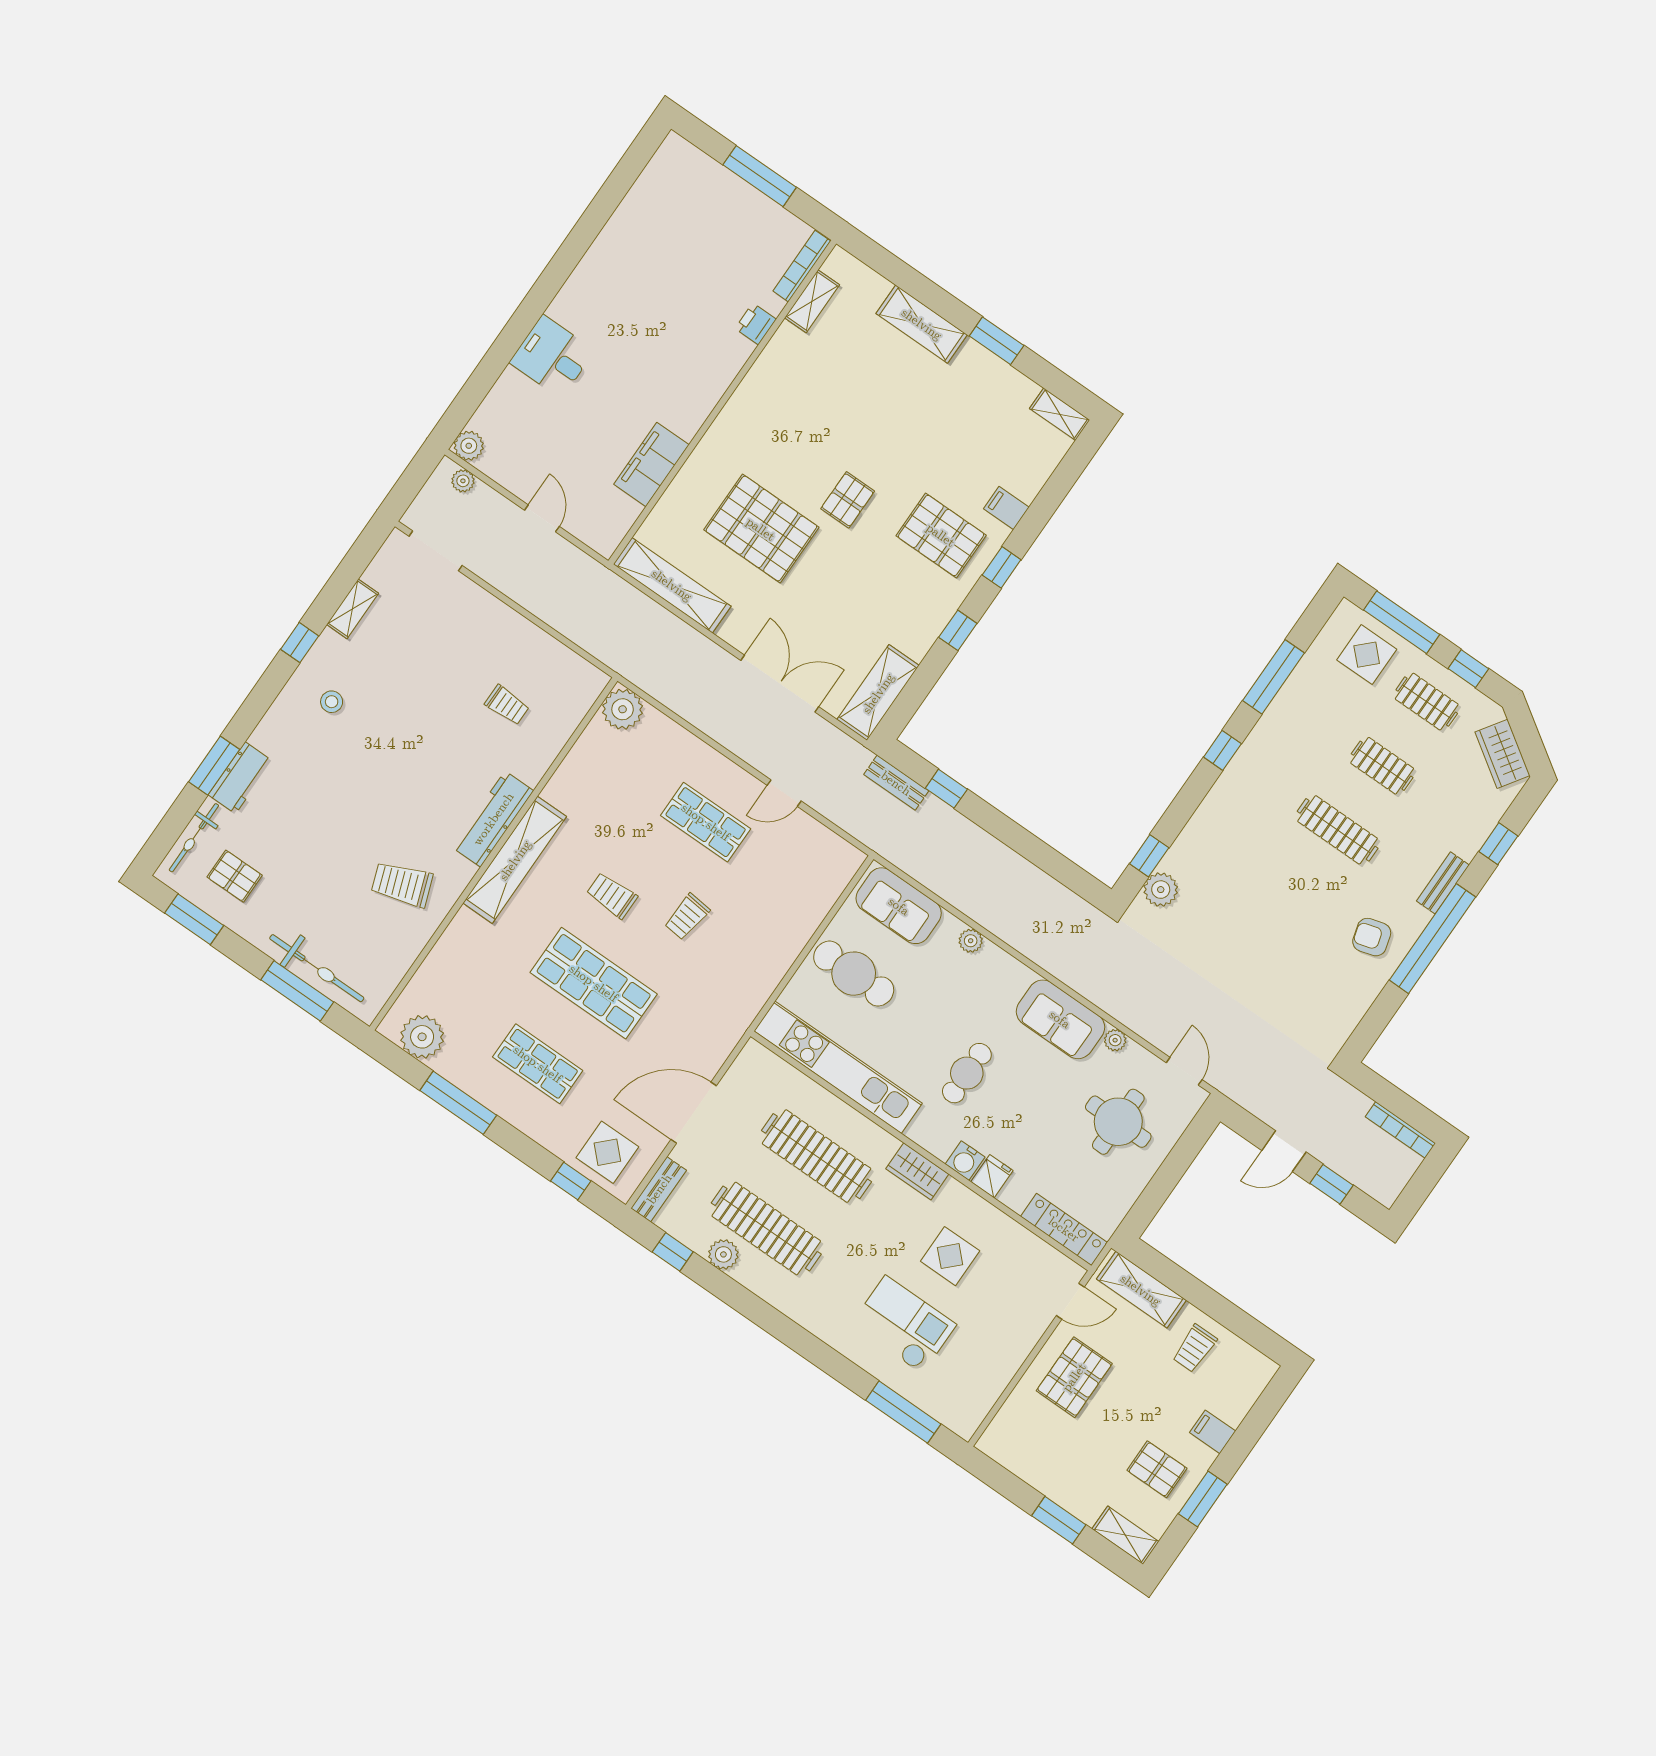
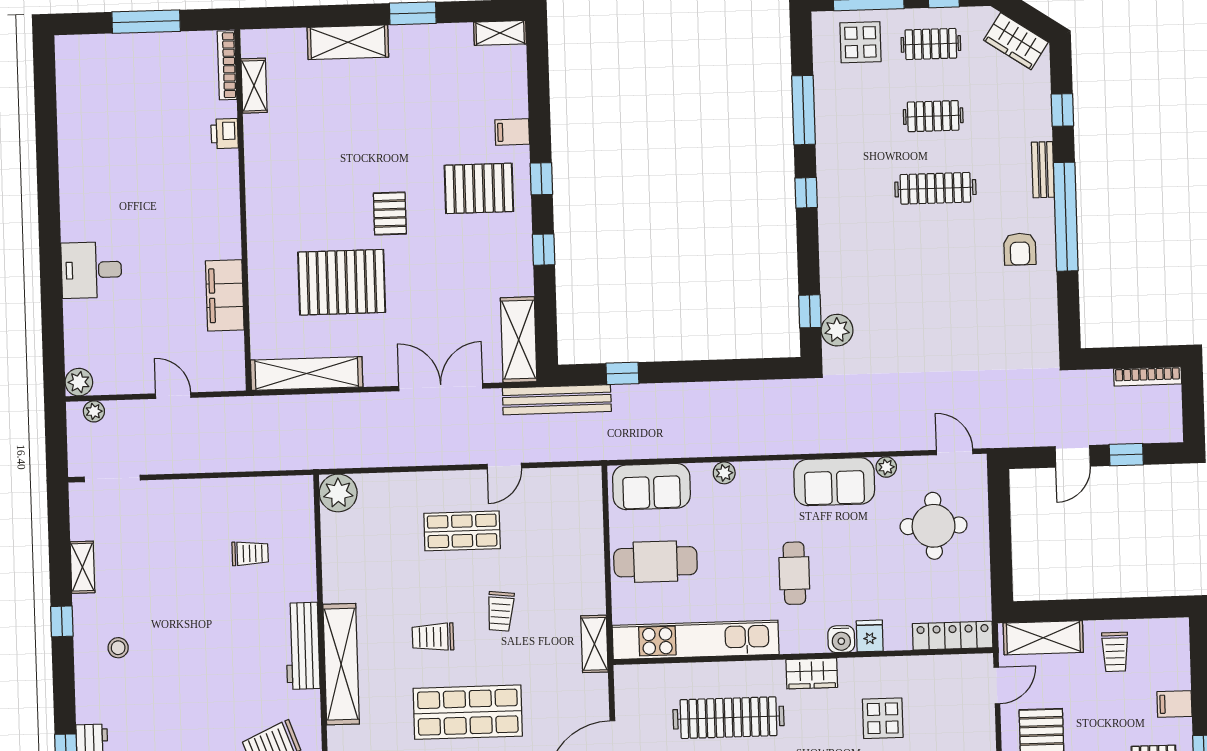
bench: (896, 783) -> (557, 400), width x1.86, depth x1.21
armchair: (1372, 937) -> (1020, 249), turned -74
shelving: (748, 1006) -> (594, 644), added

